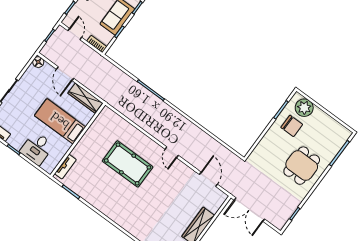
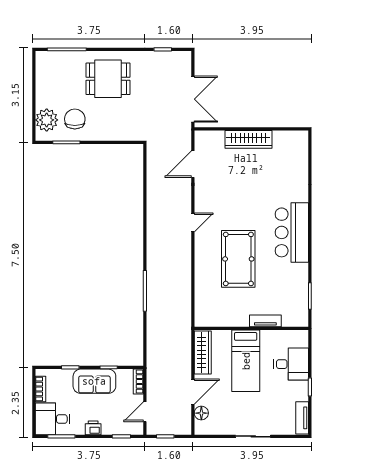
floor lamp: (38, 62) -> (201, 413), moved
tv unit: (65, 167) -> (265, 321), moved
bar counter: (119, 210) -> (292, 232), added

